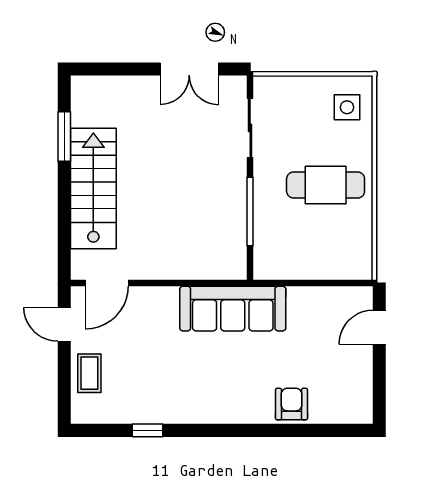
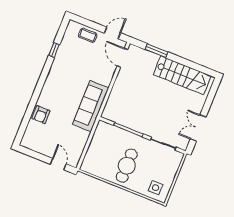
window: (64, 137) -> (157, 51), moved
stairs: (93, 188) -> (182, 75), moved
armchair: (291, 404) -> (41, 115), turned 90

